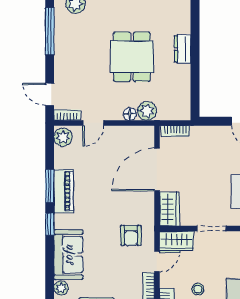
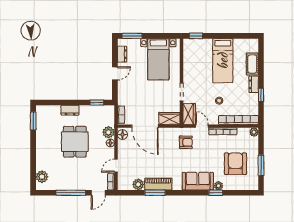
window: (50, 31) -> (71, 193), moved
dining table: (132, 57) -> (75, 142), turned 90
window: (195, 92) -> (97, 102), added
door: (93, 123) -> (116, 166), swing flipped
floor lamp: (143, 133) -> (122, 135), added
plant: (63, 137) -> (138, 184), moved
window: (50, 224) -> (216, 193), moved

